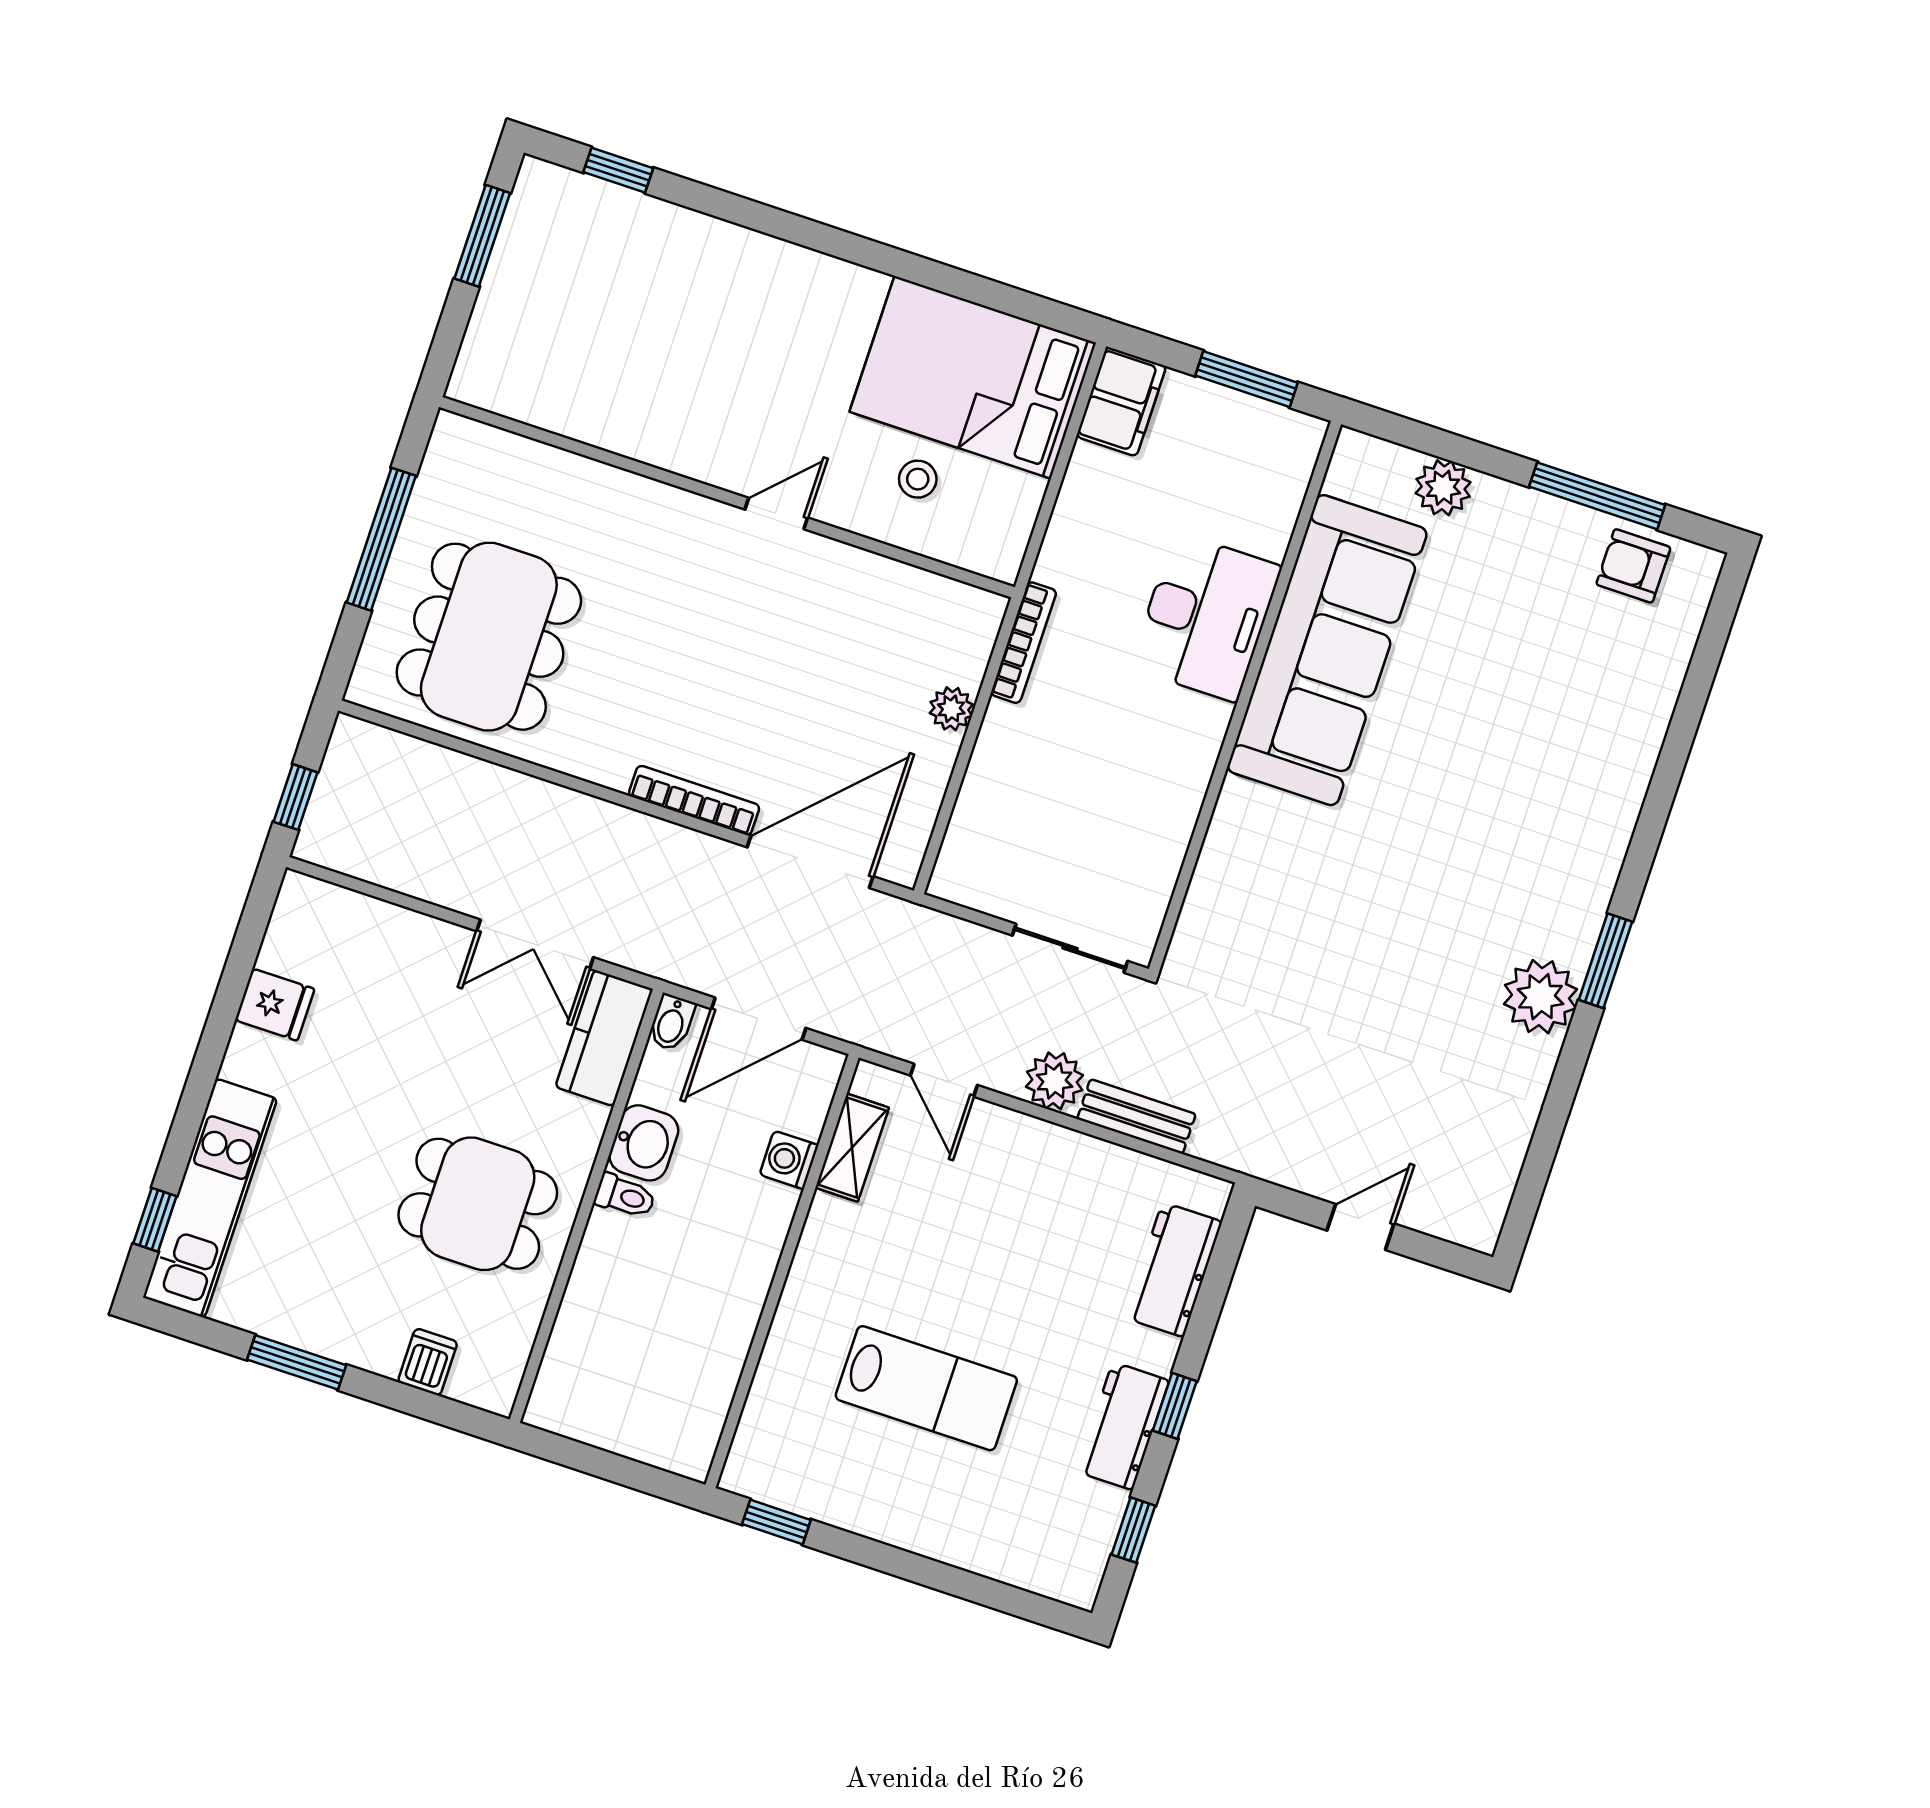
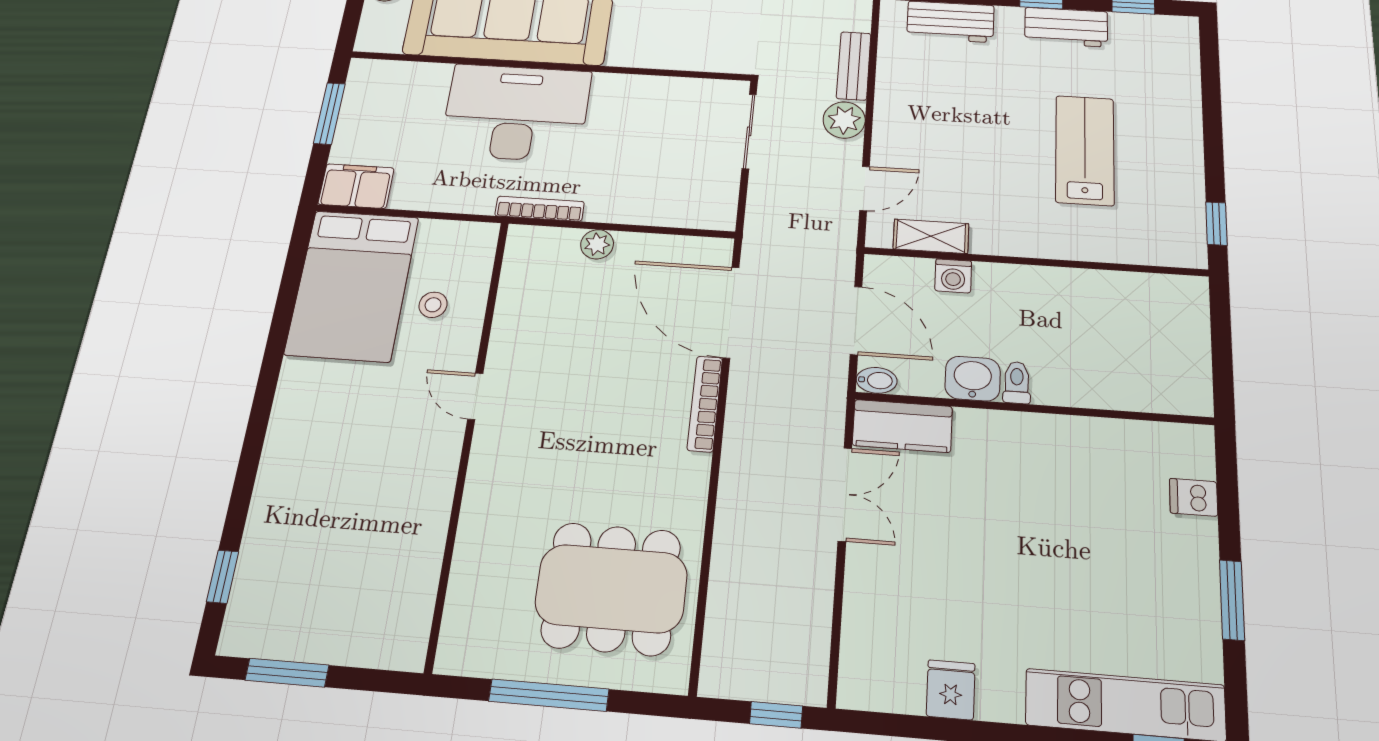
desk: (1206, 617) -> (516, 113), width x1.36, depth x1.30
dining table: (478, 1204) -> (1058, 489), removed

